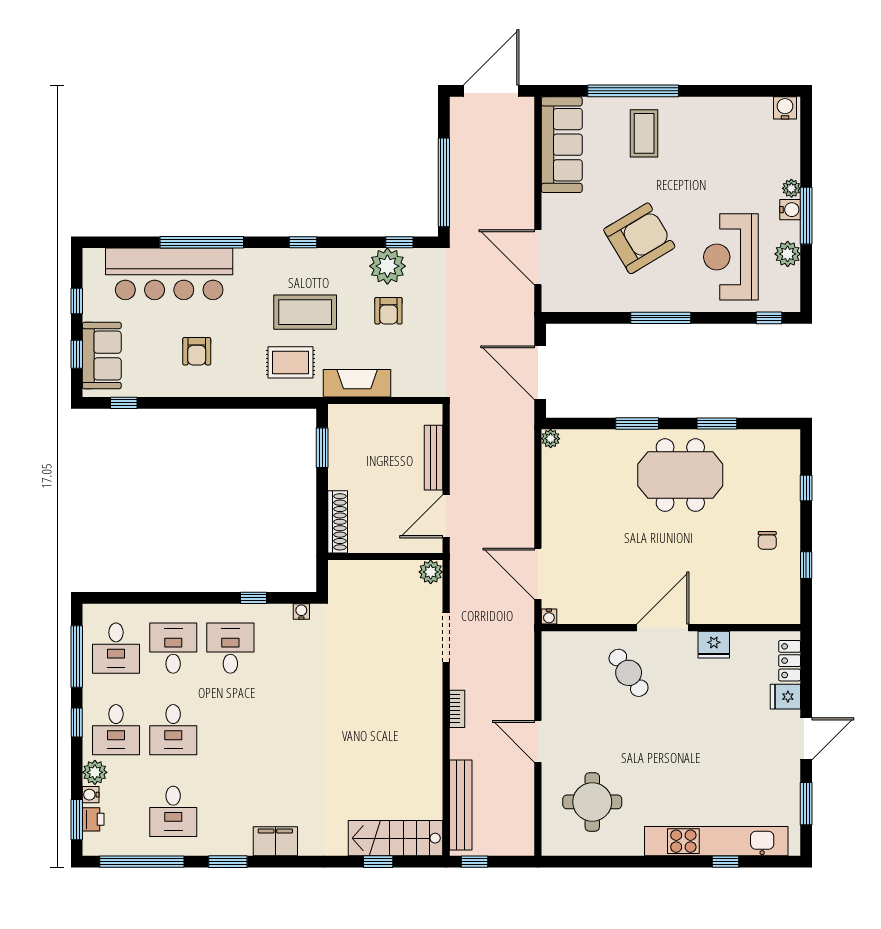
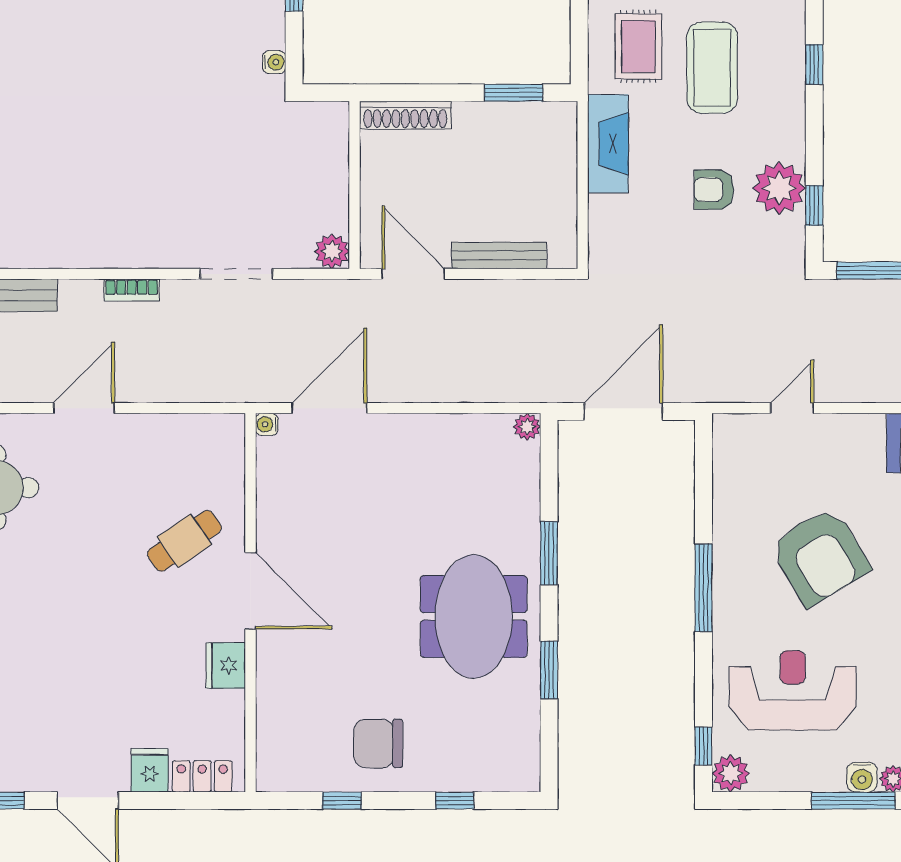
plant: (788, 254) -> (731, 773), moved
door: (538, 257) -> (792, 408), width x0.53
chair: (767, 540) -> (378, 744), width x1.87, depth x1.87

